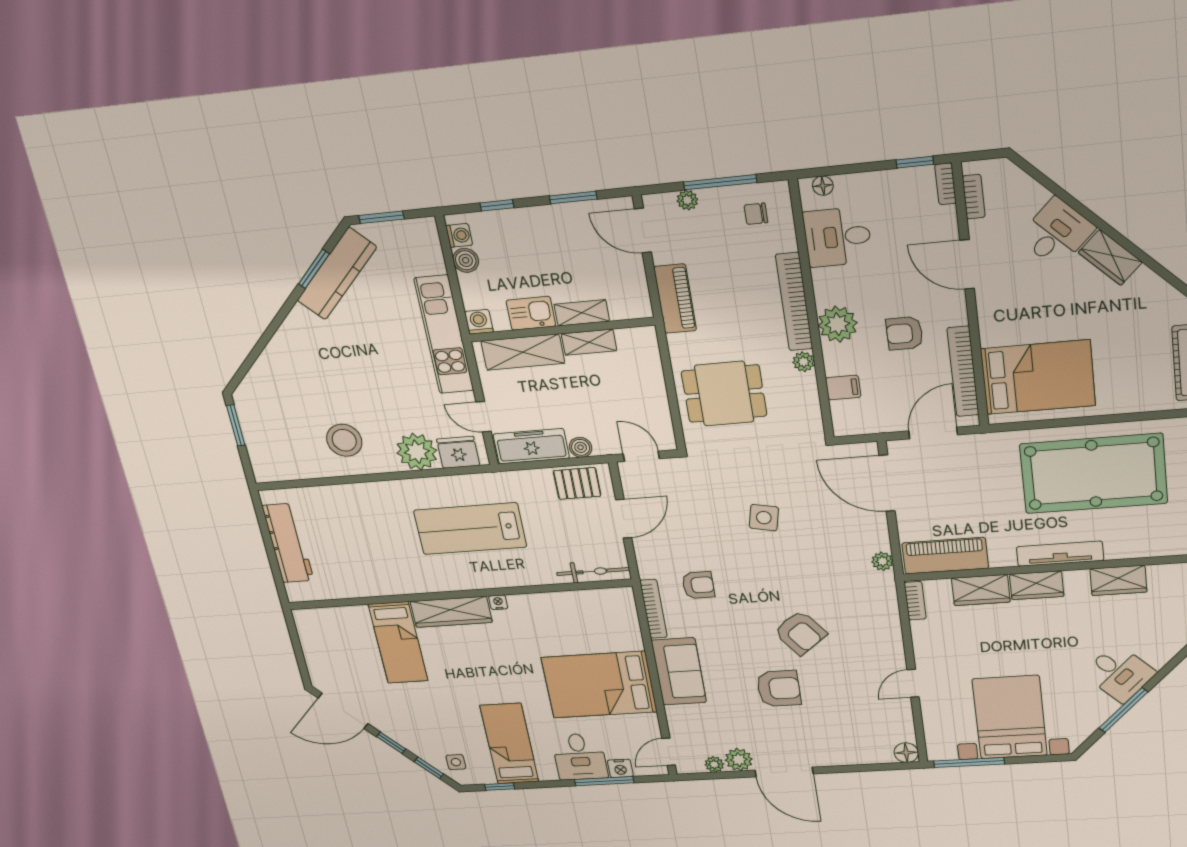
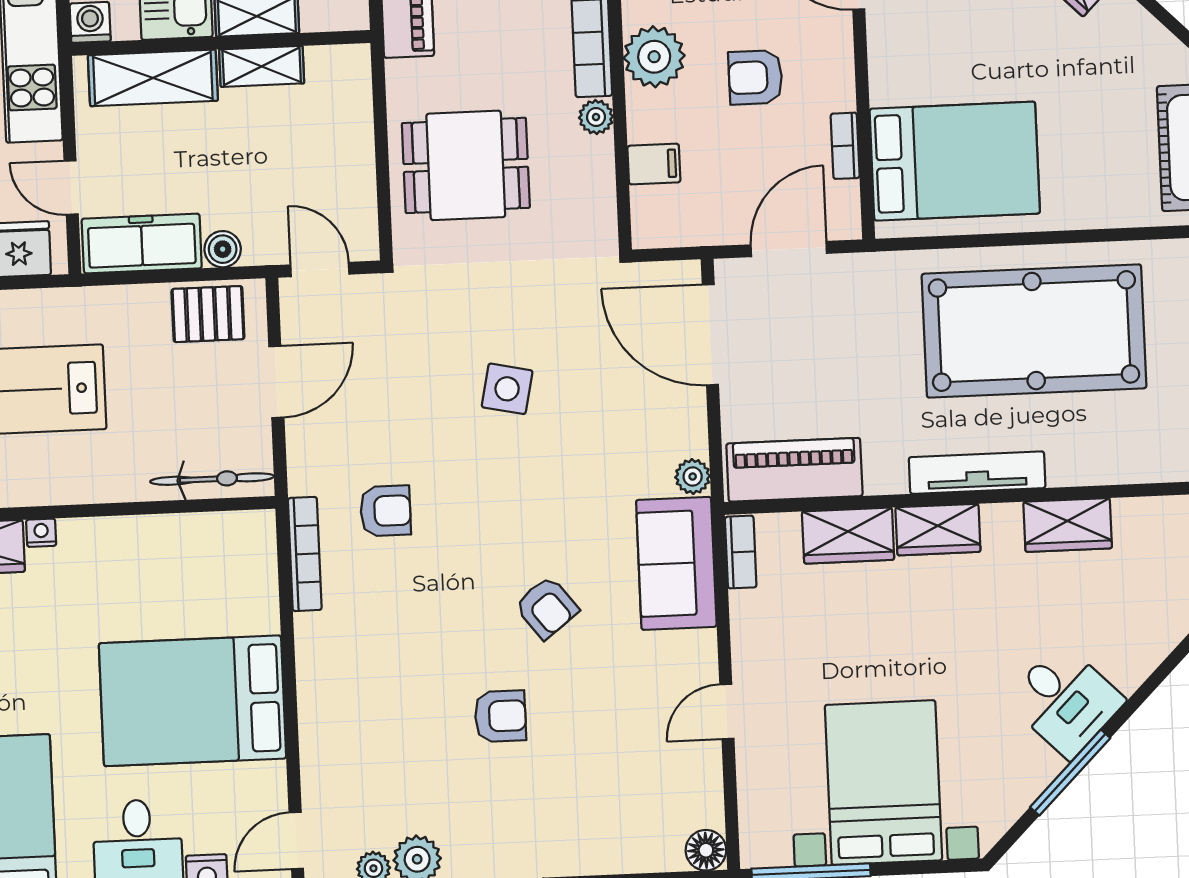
bookcase: (963, 372) -> (845, 146), width x0.43, depth x0.76
armchair: (800, 633) -> (547, 608), width x0.72, depth x0.72
sofa: (679, 672) -> (676, 563), moved, turned 180
armchair: (779, 689) -> (500, 716), width x0.72, depth x0.72

